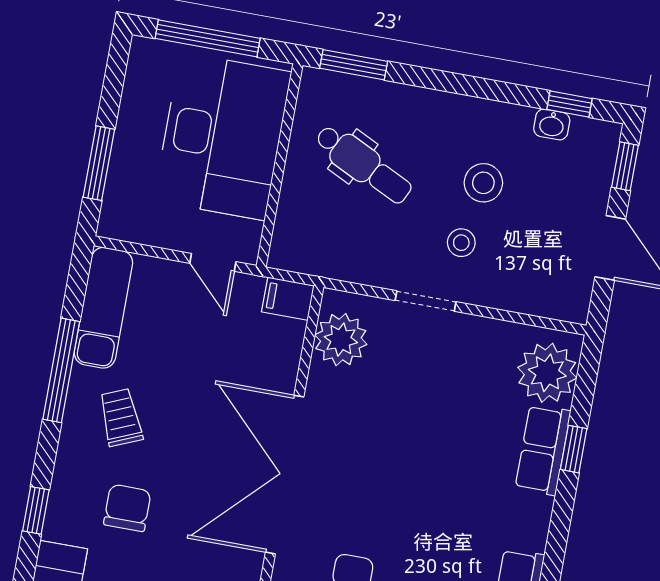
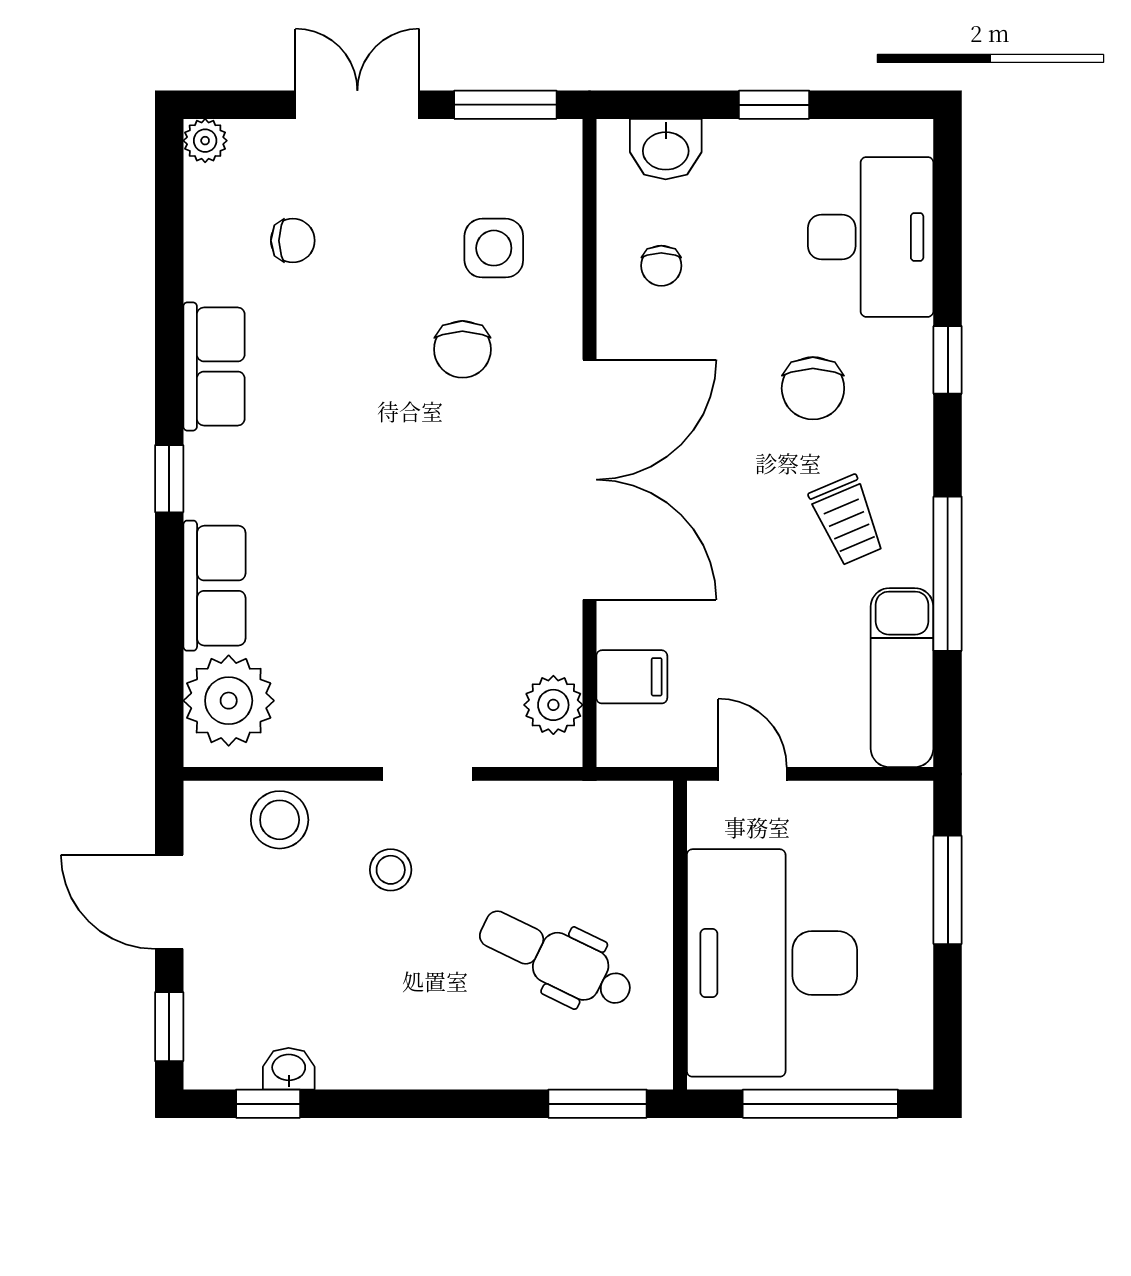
stool: (483, 183) -> (280, 820), moved
filing cabinet: (288, 299) -> (632, 677), moved
plant: (341, 340) -> (553, 705), width x0.73, depth x0.73
window: (574, 449) -> (169, 479), moved

